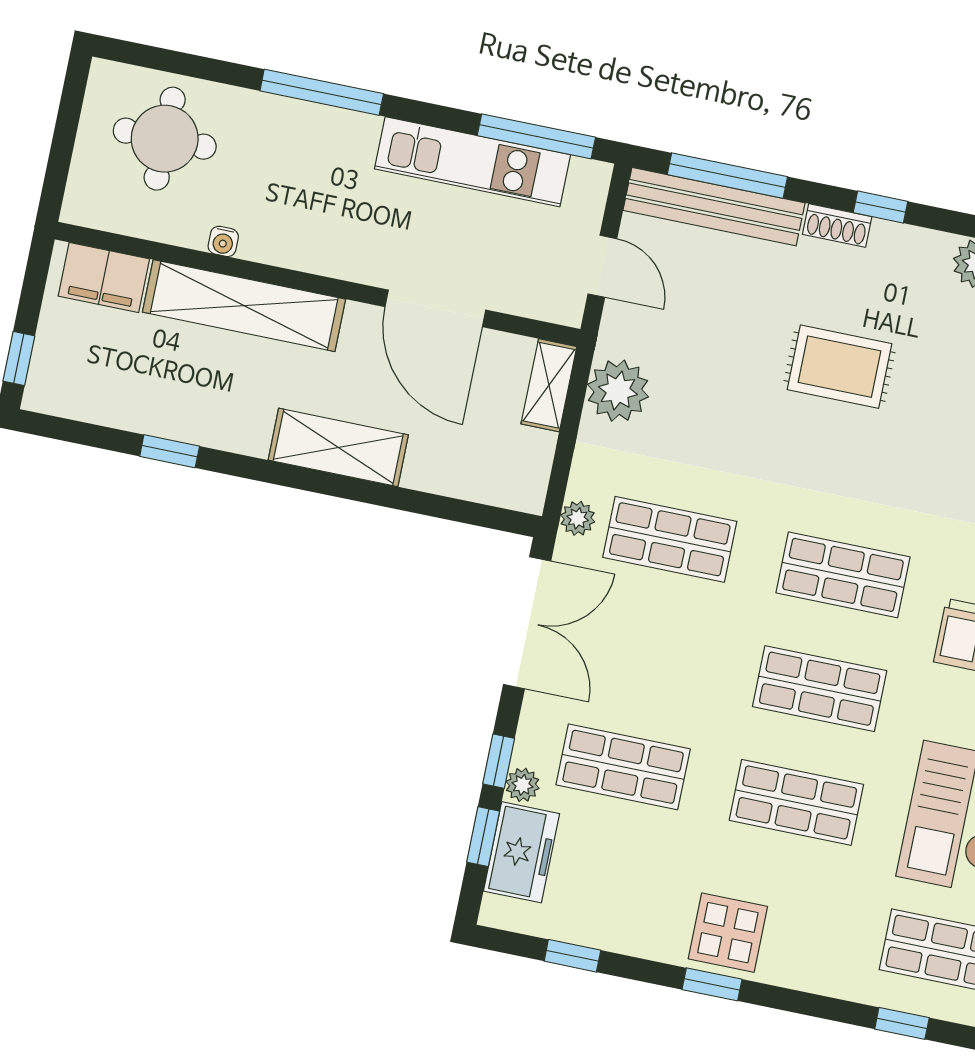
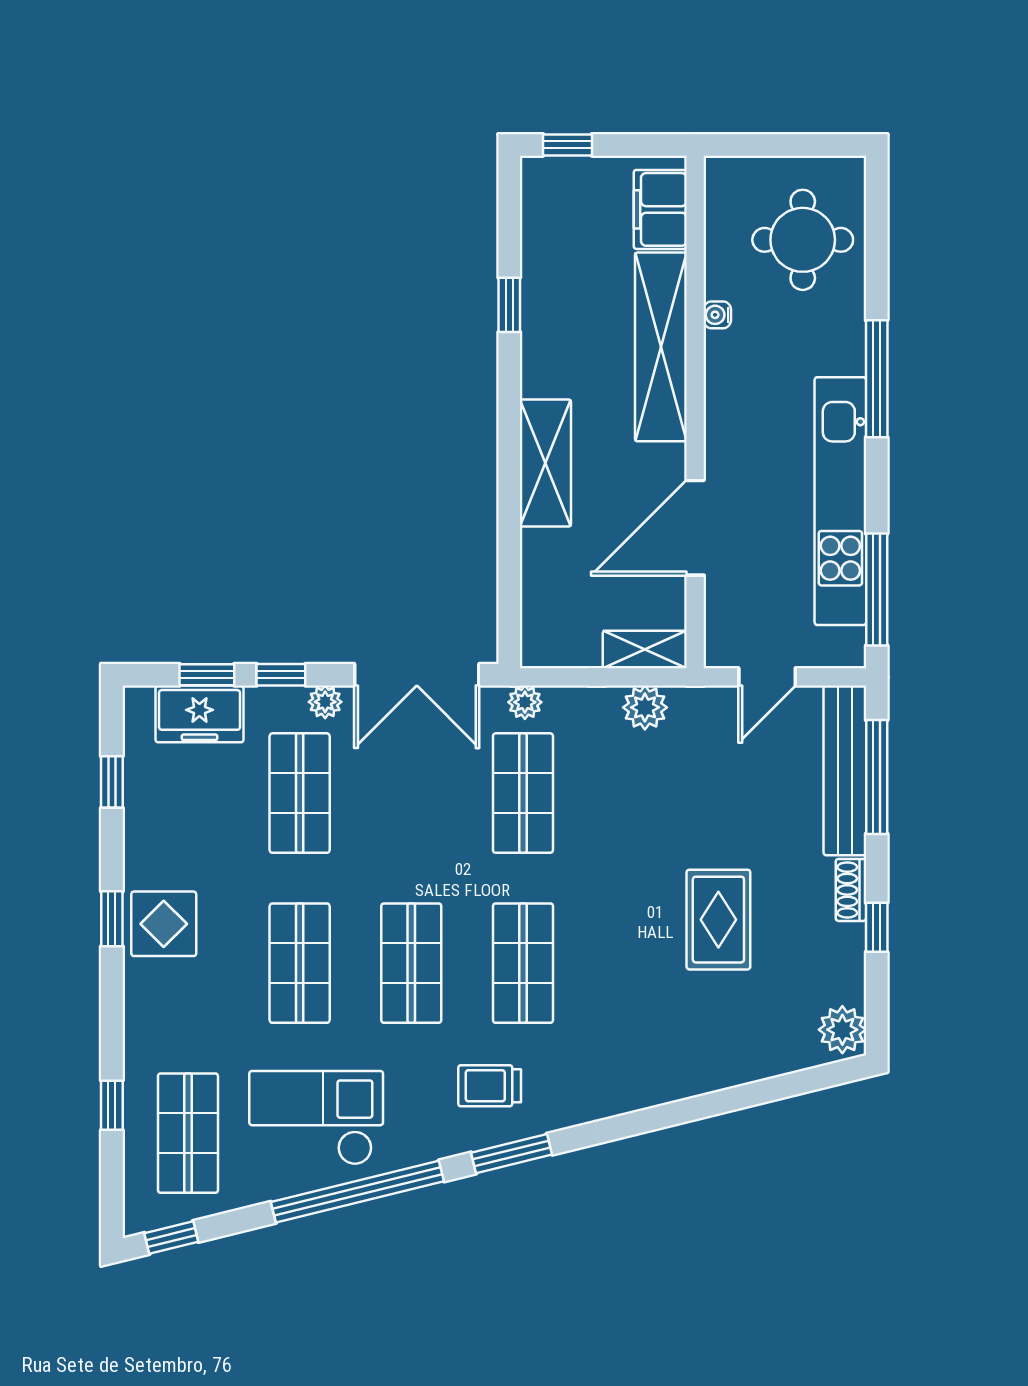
kitchen unit: (472, 162) -> (840, 501), width x1.36
plant: (618, 391) -> (645, 707), width x0.73, depth x0.73
plant: (523, 785) -> (325, 702), moved

